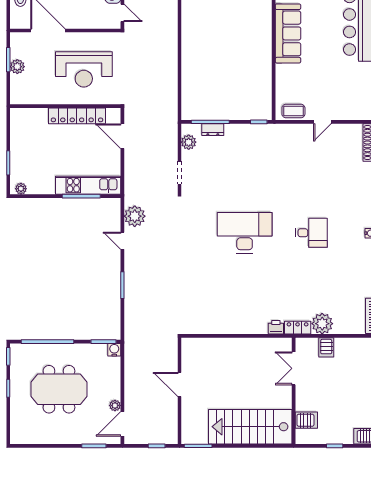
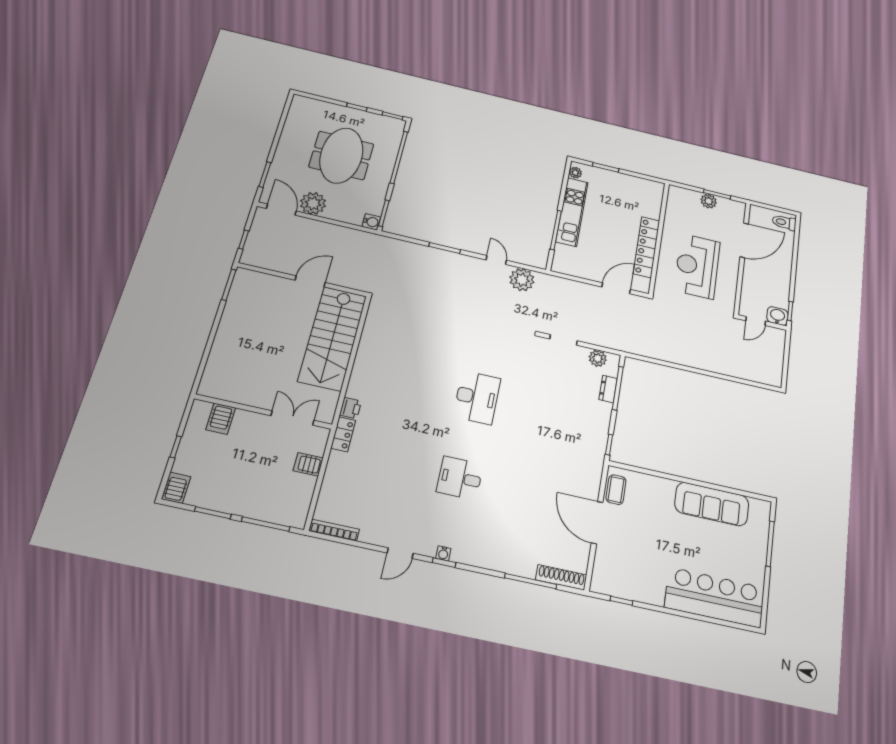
door: (322, 122) -> (597, 523), width x1.88
kitchen unit: (88, 185) -> (572, 212), moved
desk: (245, 233) -> (477, 397), width x0.73, depth x0.77
desk: (311, 233) -> (460, 478), turned 90
door: (122, 241) -> (496, 260), hinge flipped
plant: (322, 324) -> (340, 466), removed
plant: (115, 405) -> (313, 203), width x1.87, depth x1.87
stairs: (250, 427) -> (333, 338), moved, turned 180

